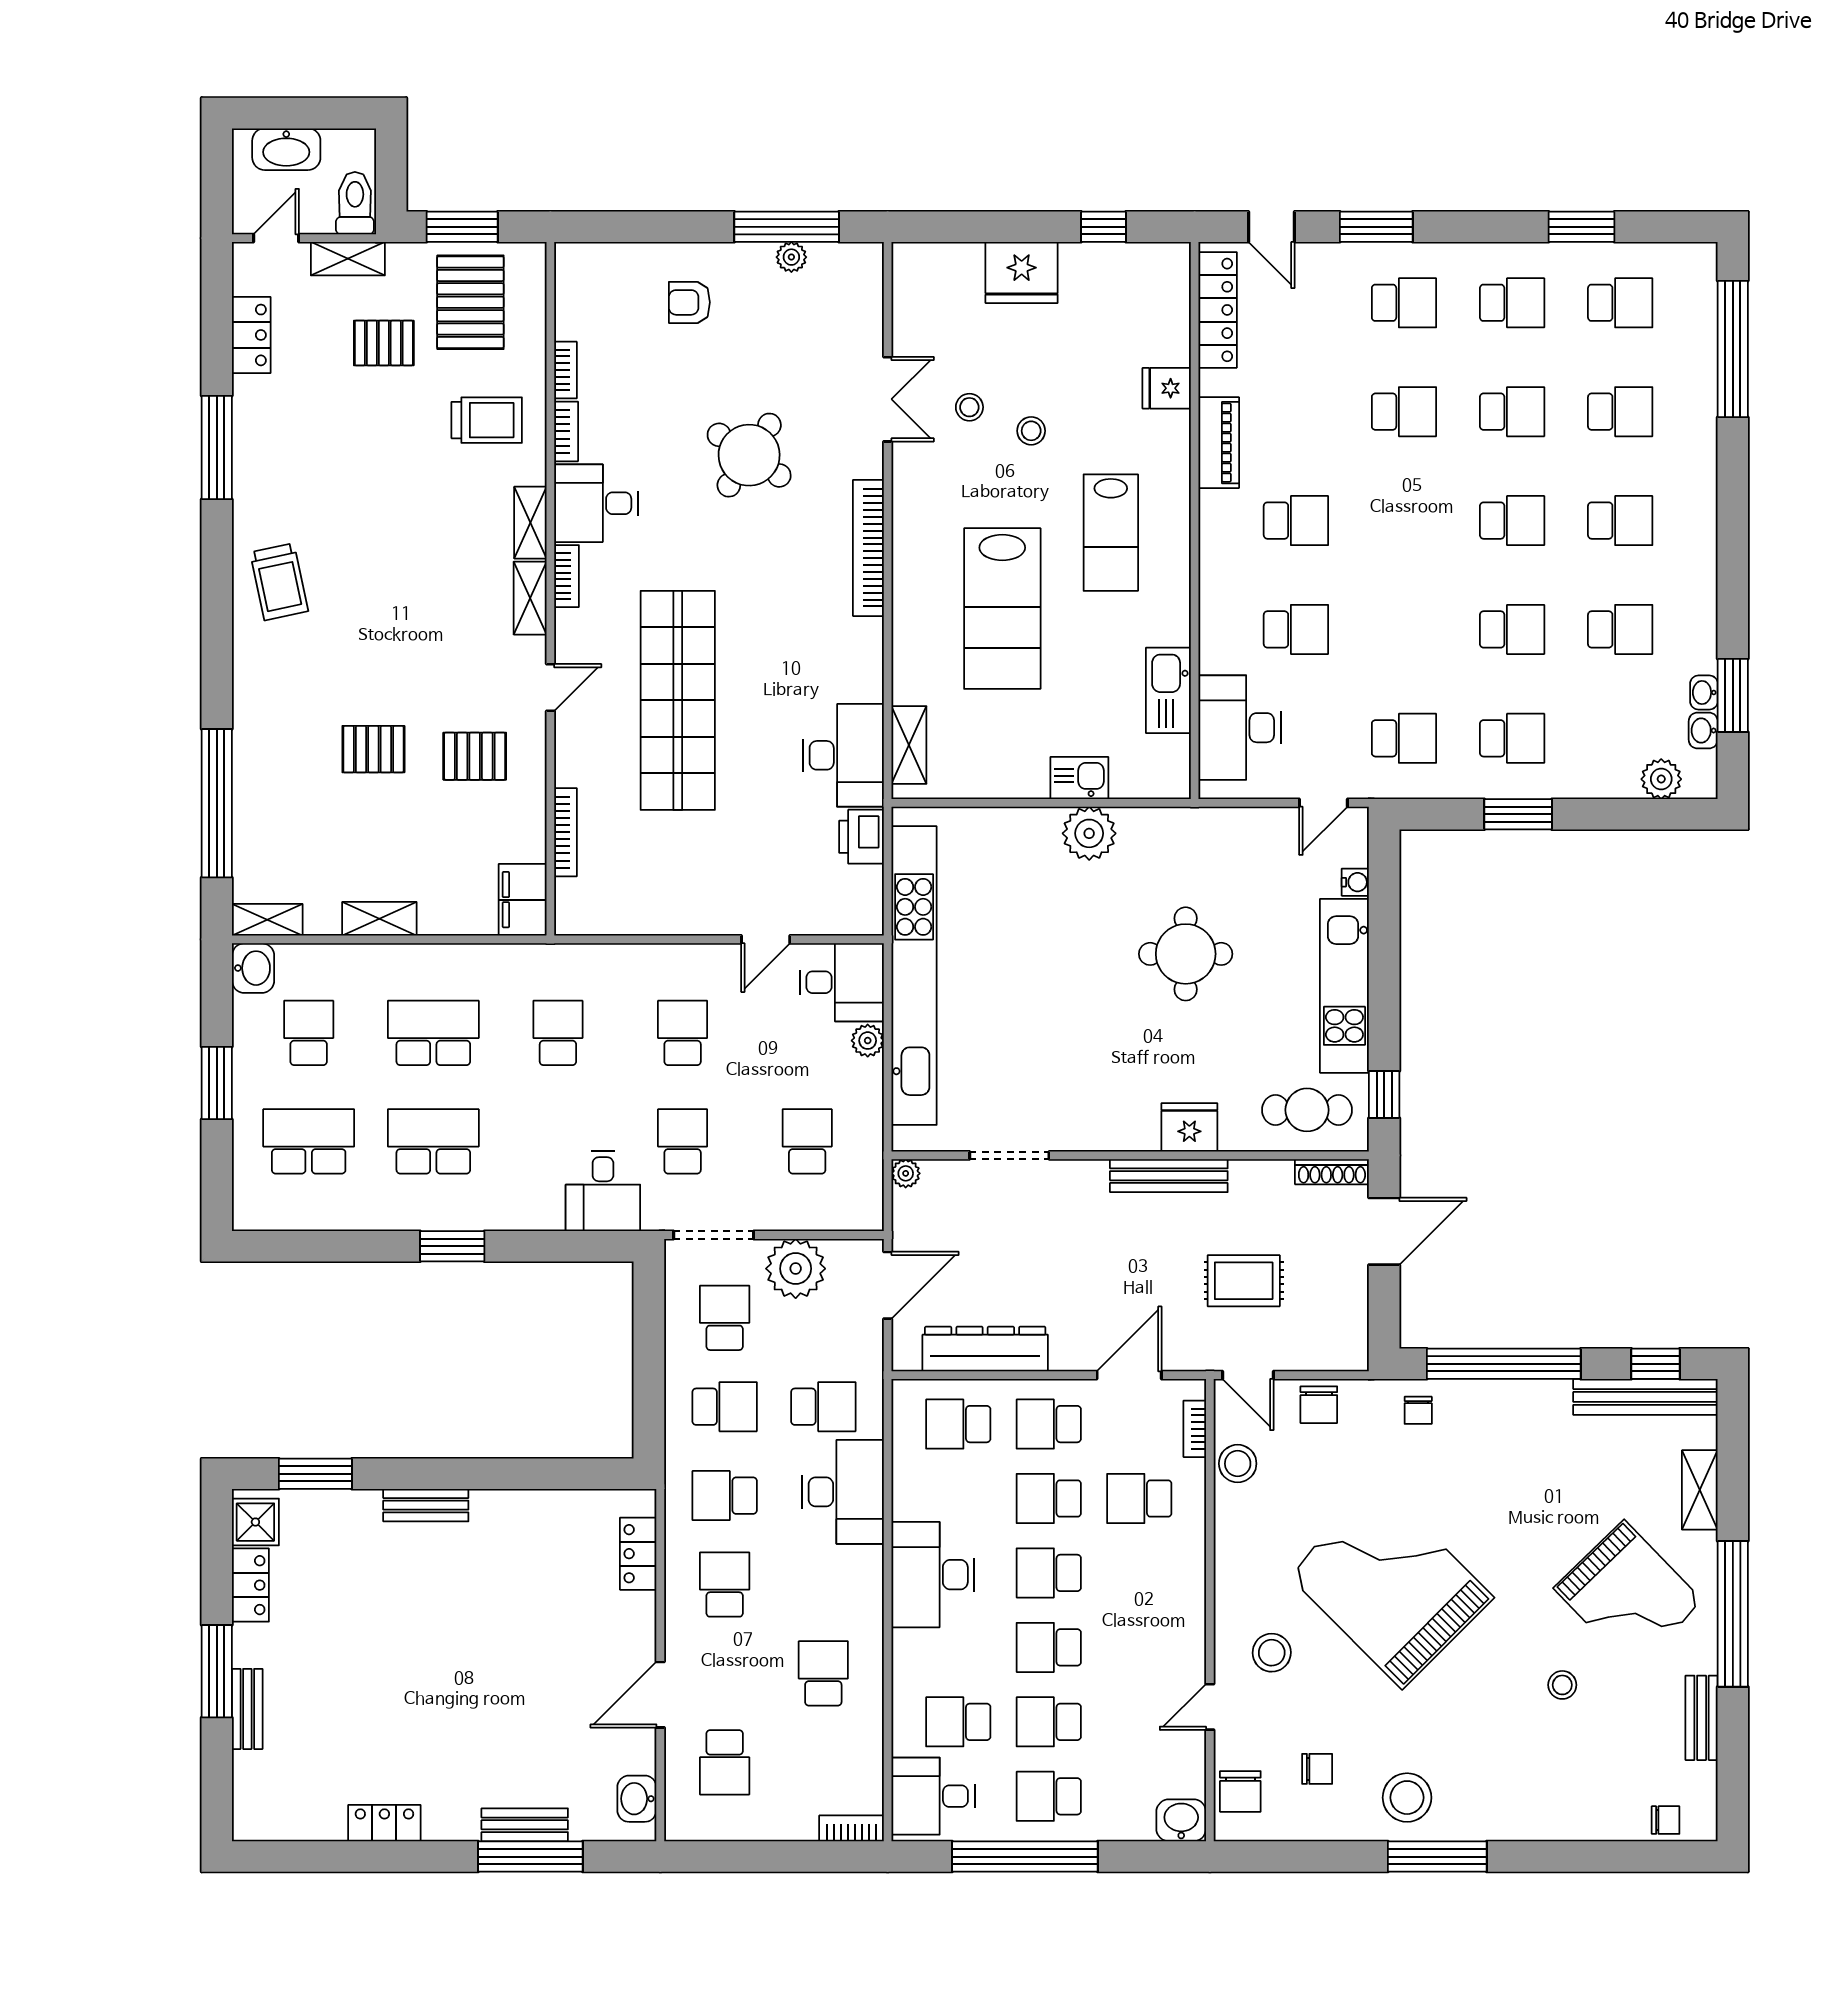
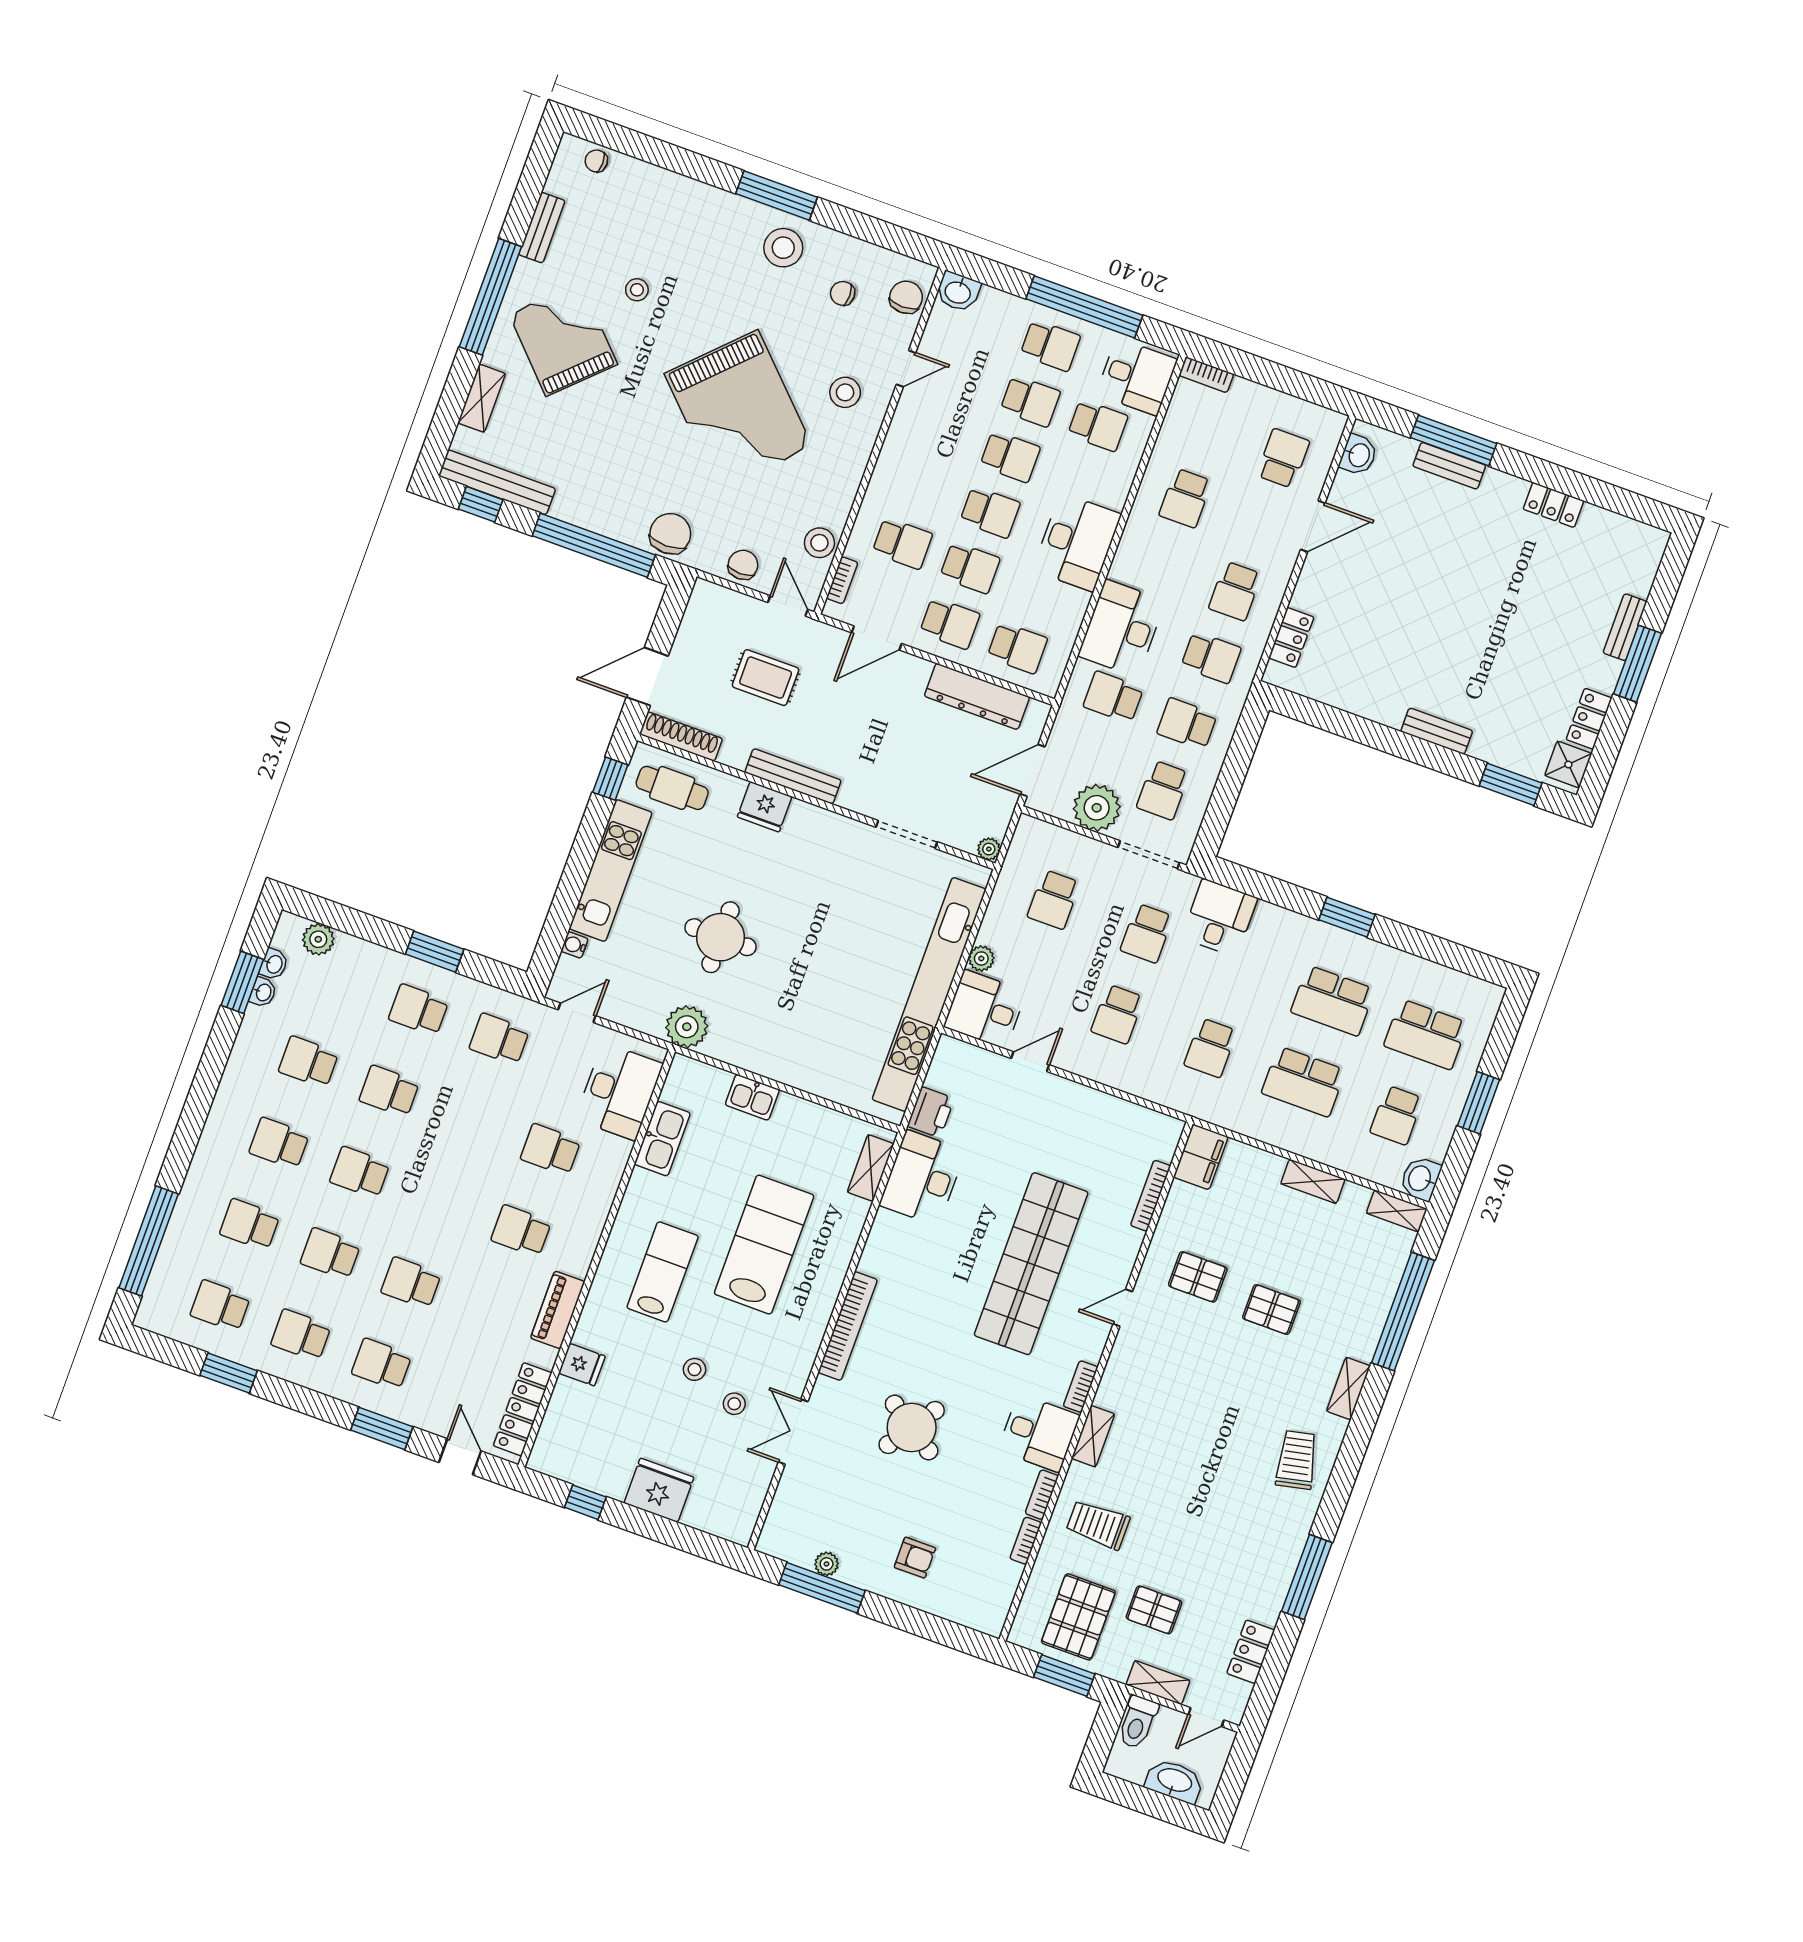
shelving: (530, 598) -> (1348, 1388), moved
plant: (1089, 833) -> (687, 1027), moved
shoe rack: (1332, 1172) -> (681, 736), width x1.36, depth x1.24
chair: (1418, 1410) -> (670, 534), width x1.87, depth x1.87

